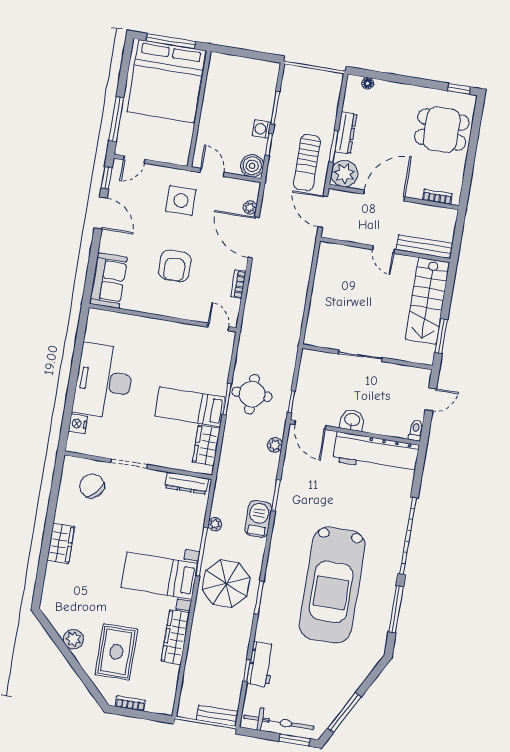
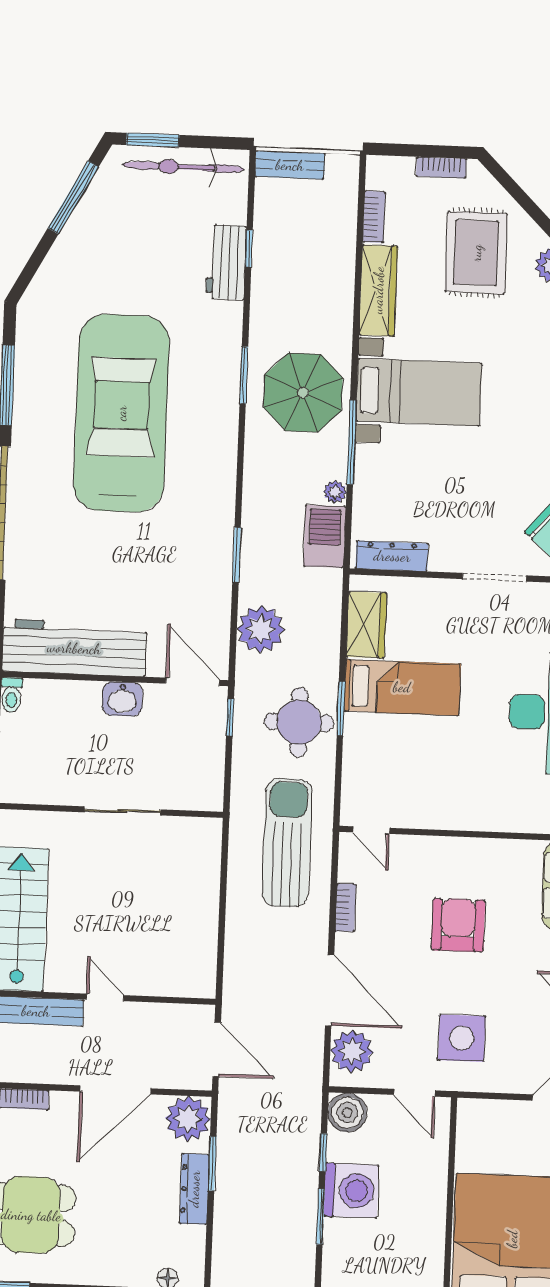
washing machine: (261, 129) -> (351, 1191), width x1.89, depth x1.89
sun lounger: (307, 163) -> (287, 843), moved, width x1.36, depth x1.34
plant: (250, 207) -> (352, 1051), width x1.88, depth x1.88
plant: (275, 445) -> (261, 629), width x1.87, depth x1.87
barbecue: (258, 519) -> (325, 536), moved, turned 180
bookcase: (173, 680) -> (374, 217), added

